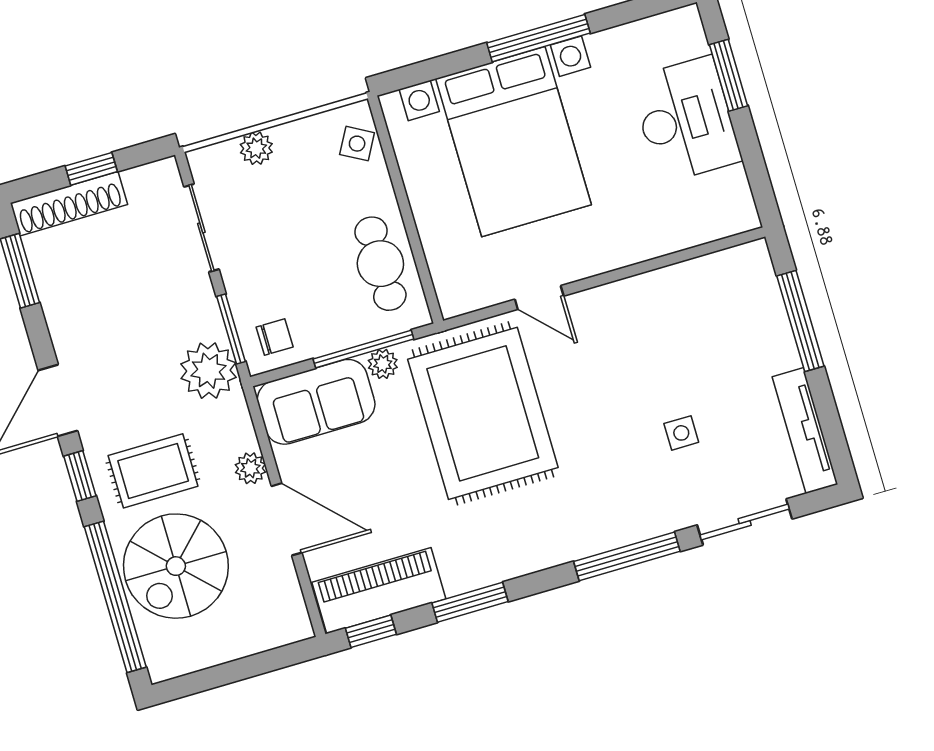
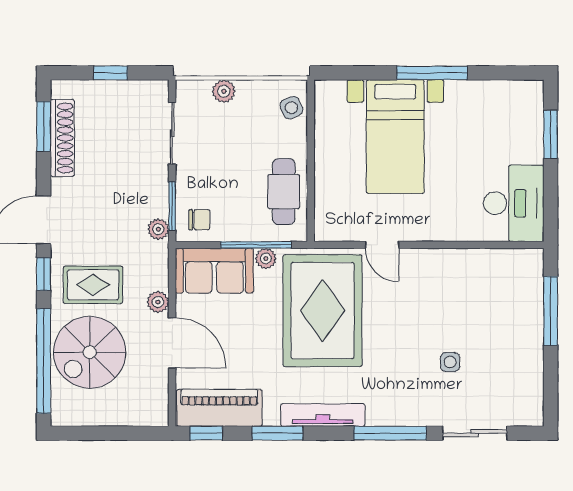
desk: (686, 120) -> (514, 203), moved
bed with nightstands: (513, 142) -> (395, 137), width x0.73
side table: (357, 144) -> (291, 108), turned 37
shoe rack: (69, 204) -> (62, 138), moved, turned -90
plant: (208, 371) -> (158, 229), width x0.53, depth x0.53
tv unit: (805, 431) -> (323, 415), moved, turned 90

